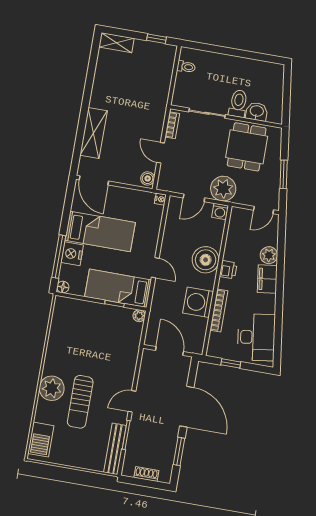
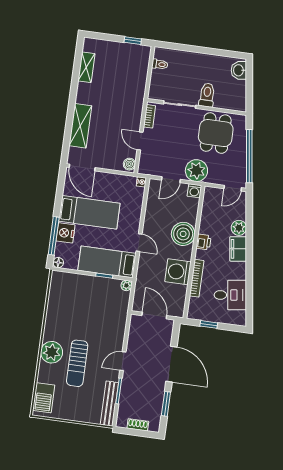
shelving: (116, 43) -> (86, 67), moved, turned 90
washbasin: (257, 111) -> (239, 70), moved, turned -98
window: (284, 174) -> (249, 156), width x2.11
desk: (256, 337) -> (230, 295), width x0.73

